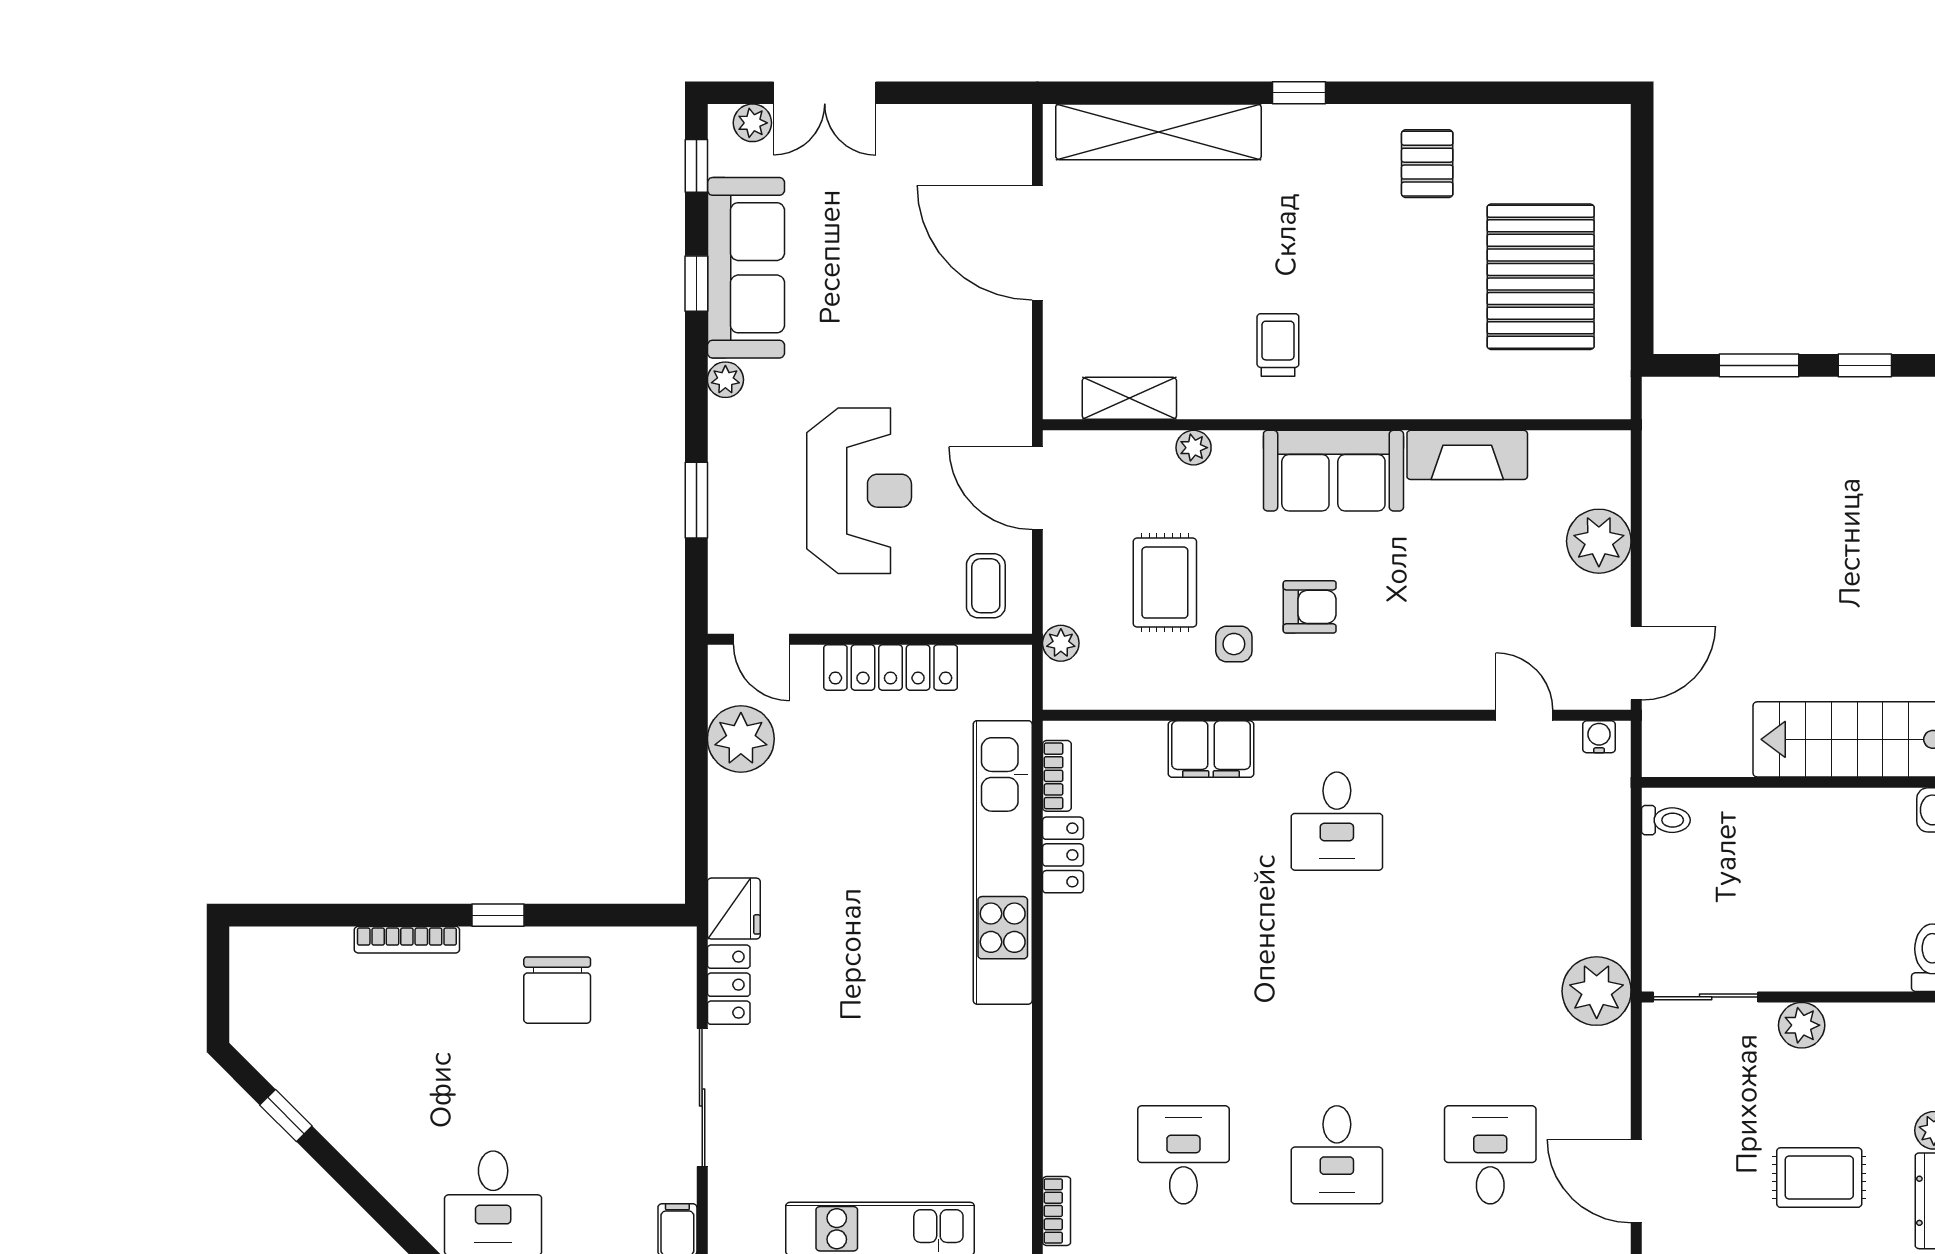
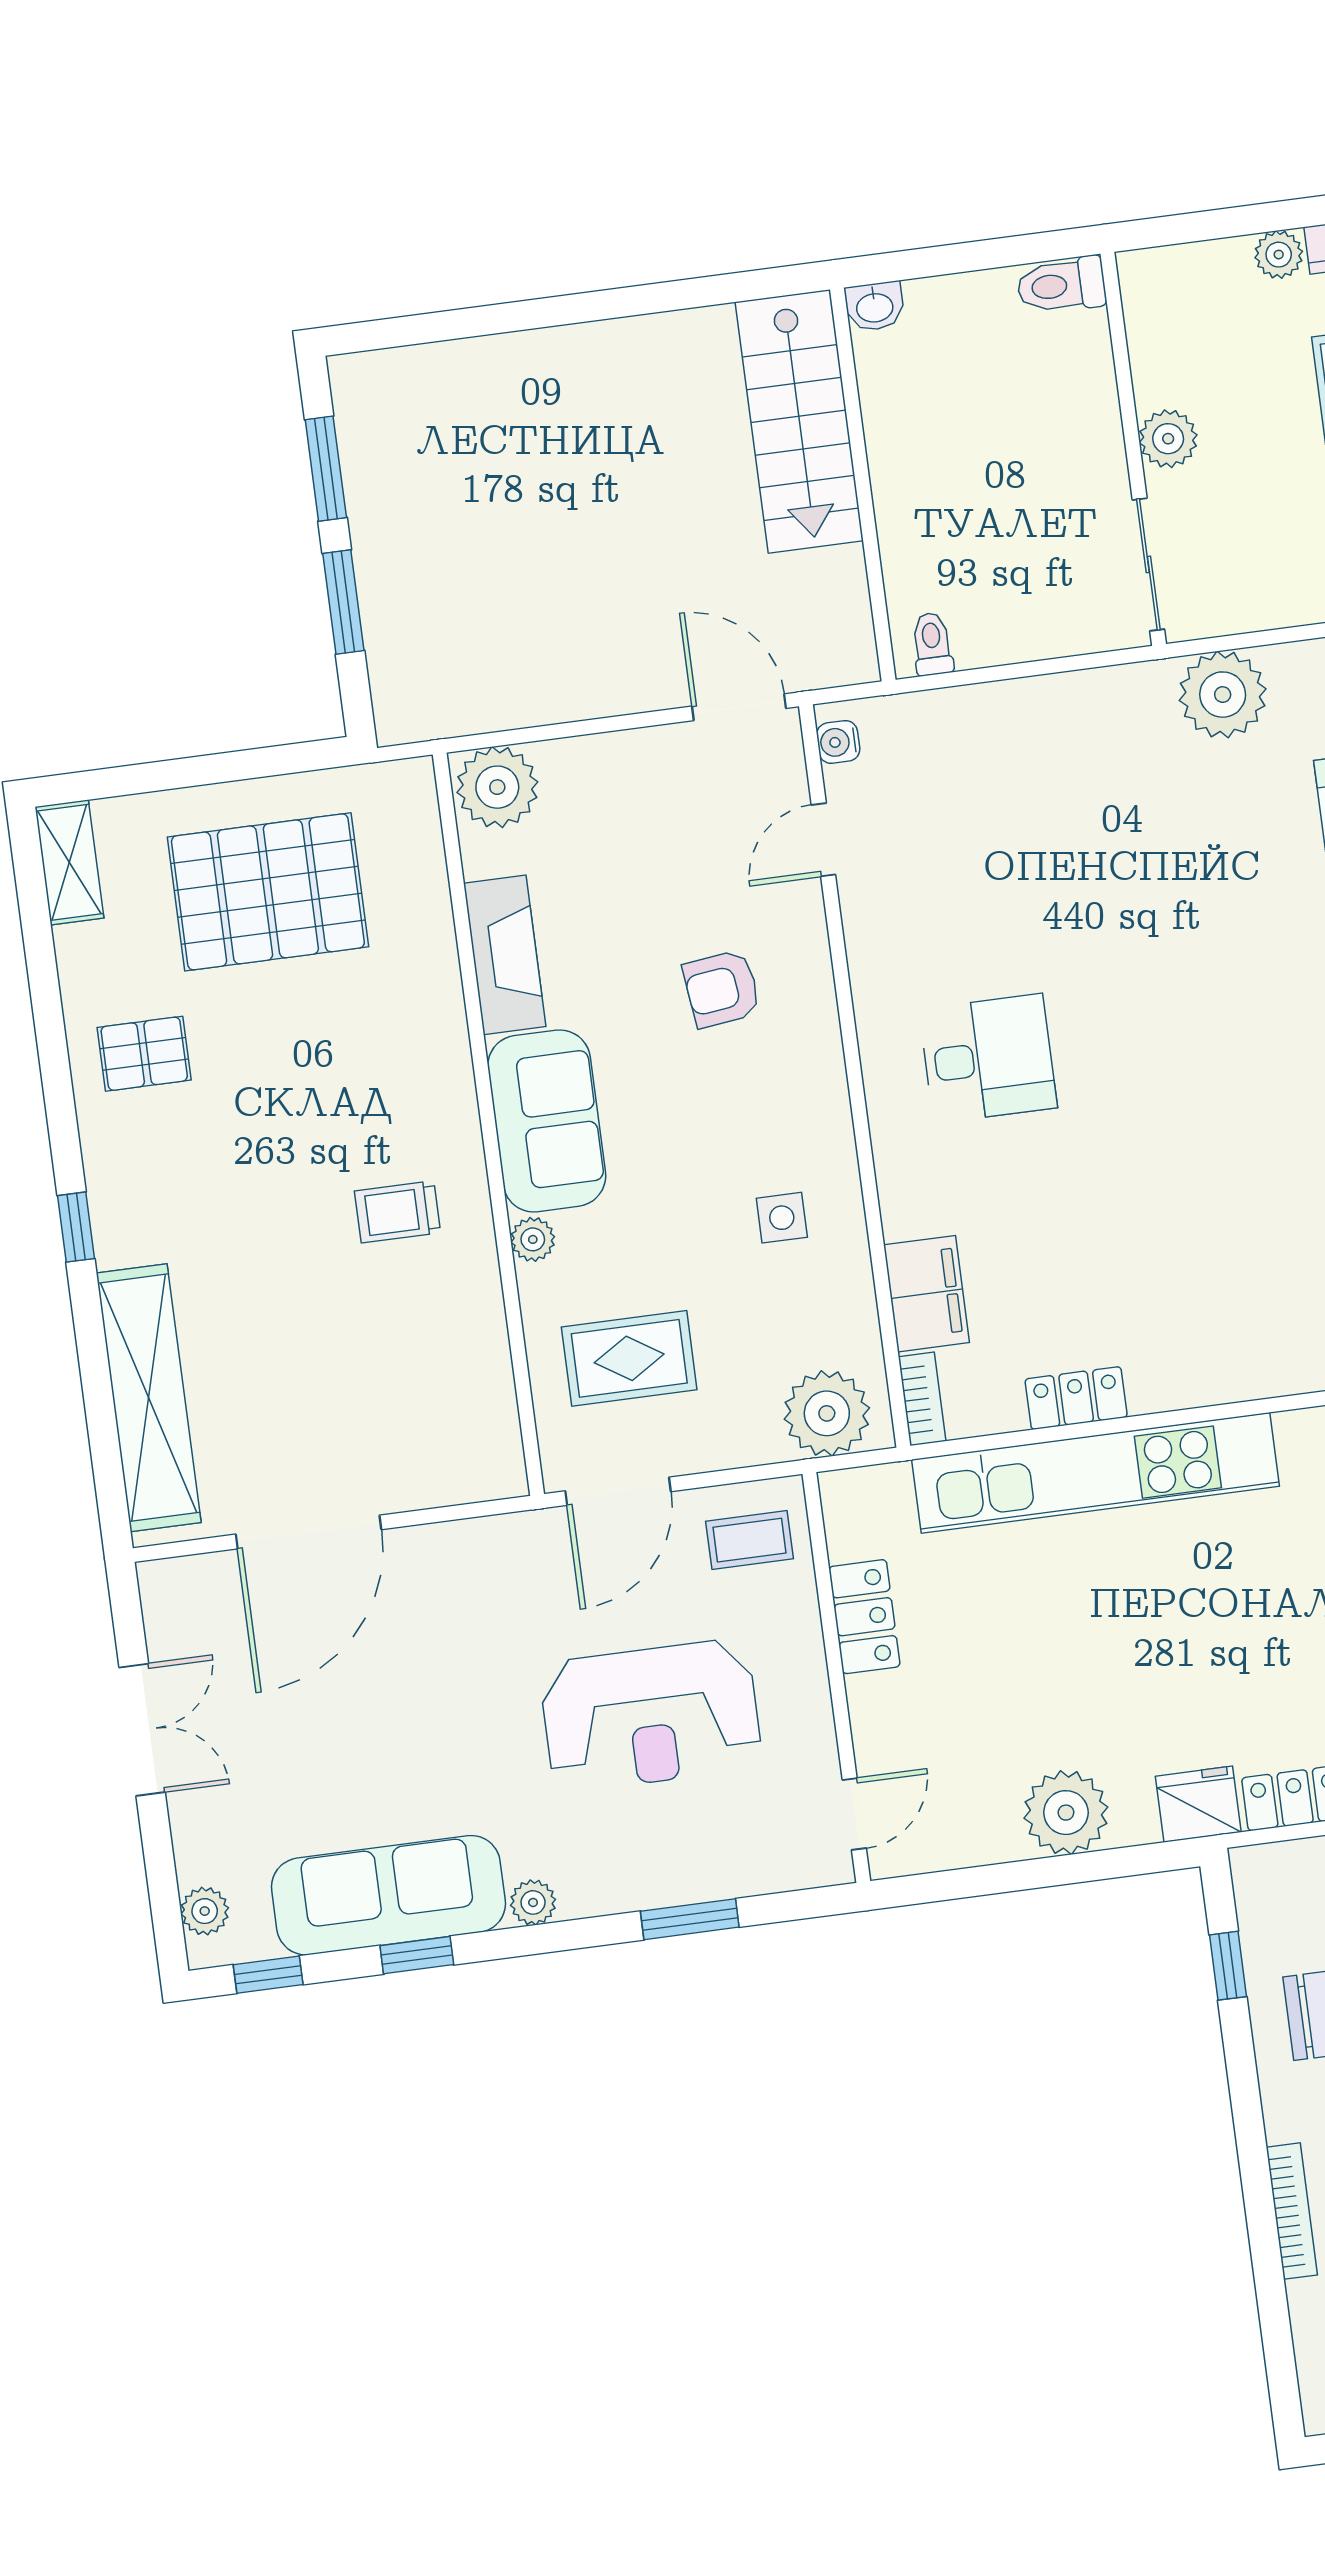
double door: (825, 93) -> (142, 1730), moved
window: (1865, 365) -> (326, 469), width x1.50
shelving: (1129, 398) -> (69, 862), moved
plant: (1194, 448) -> (533, 1239), moved
reception desk: (859, 491) -> (651, 1715), turned 180
plant: (1599, 541) -> (497, 787), moved
rug: (1165, 583) -> (629, 1358), moved
armchair: (1310, 607) -> (722, 989), moved, turned -97
plant: (1061, 643) -> (827, 1413), width x1.88, depth x1.88
locker: (891, 667) -> (864, 1617), width x0.66
plant: (741, 739) -> (1066, 1813), moved
filing cabinet: (1211, 749) -> (927, 1294), moved
bookcase: (1057, 776) -> (922, 1399), moved, turned 90
window: (498, 915) -> (1228, 1966), moved
plant: (1597, 991) -> (1223, 695), moved

